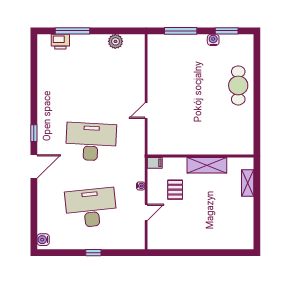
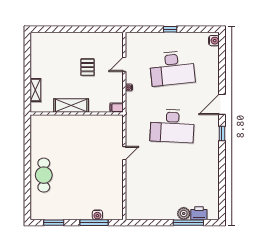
water cooler: (213, 40) -> (97, 215), moved
plant: (115, 41) -> (184, 213), moved
pallet: (175, 190) -> (87, 67), moved

